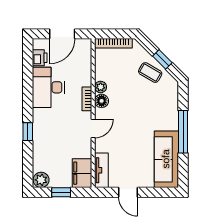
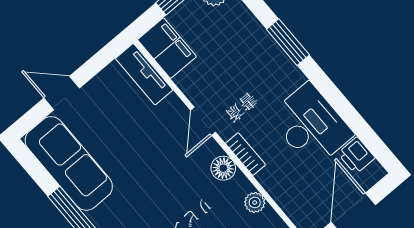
plant: (101, 87) -> (255, 202), moved
window: (28, 132) -> (288, 42), width x1.50
door: (128, 192) -> (62, 93), moved

